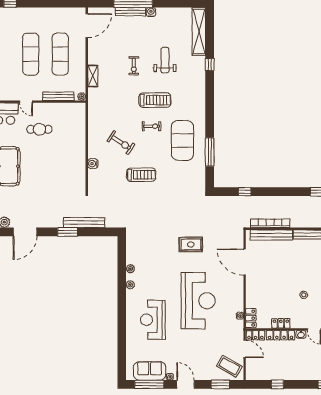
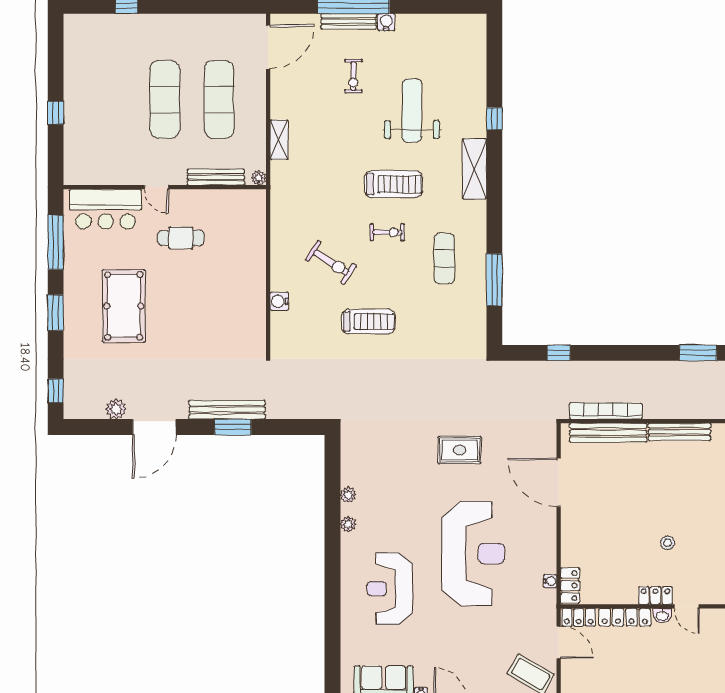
shelving: (199, 31) -> (474, 169), moved, width x0.68
weight bench: (165, 60) -> (412, 111), width x1.36, depth x1.33
exercise bike: (134, 66) -> (353, 76), moved
exercise mat: (182, 140) -> (444, 258), width x0.50, depth x0.69
bench: (84, 223) -> (227, 410), moved
locker: (281, 323) -> (655, 595), moved

